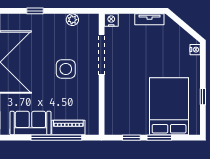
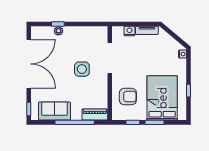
plant: (72, 20) -> (58, 31), moved
nightstand: (111, 20) -> (129, 31), moved
armchair: (125, 104) -> (128, 97), added
piano: (68, 127) -> (95, 115), moved

